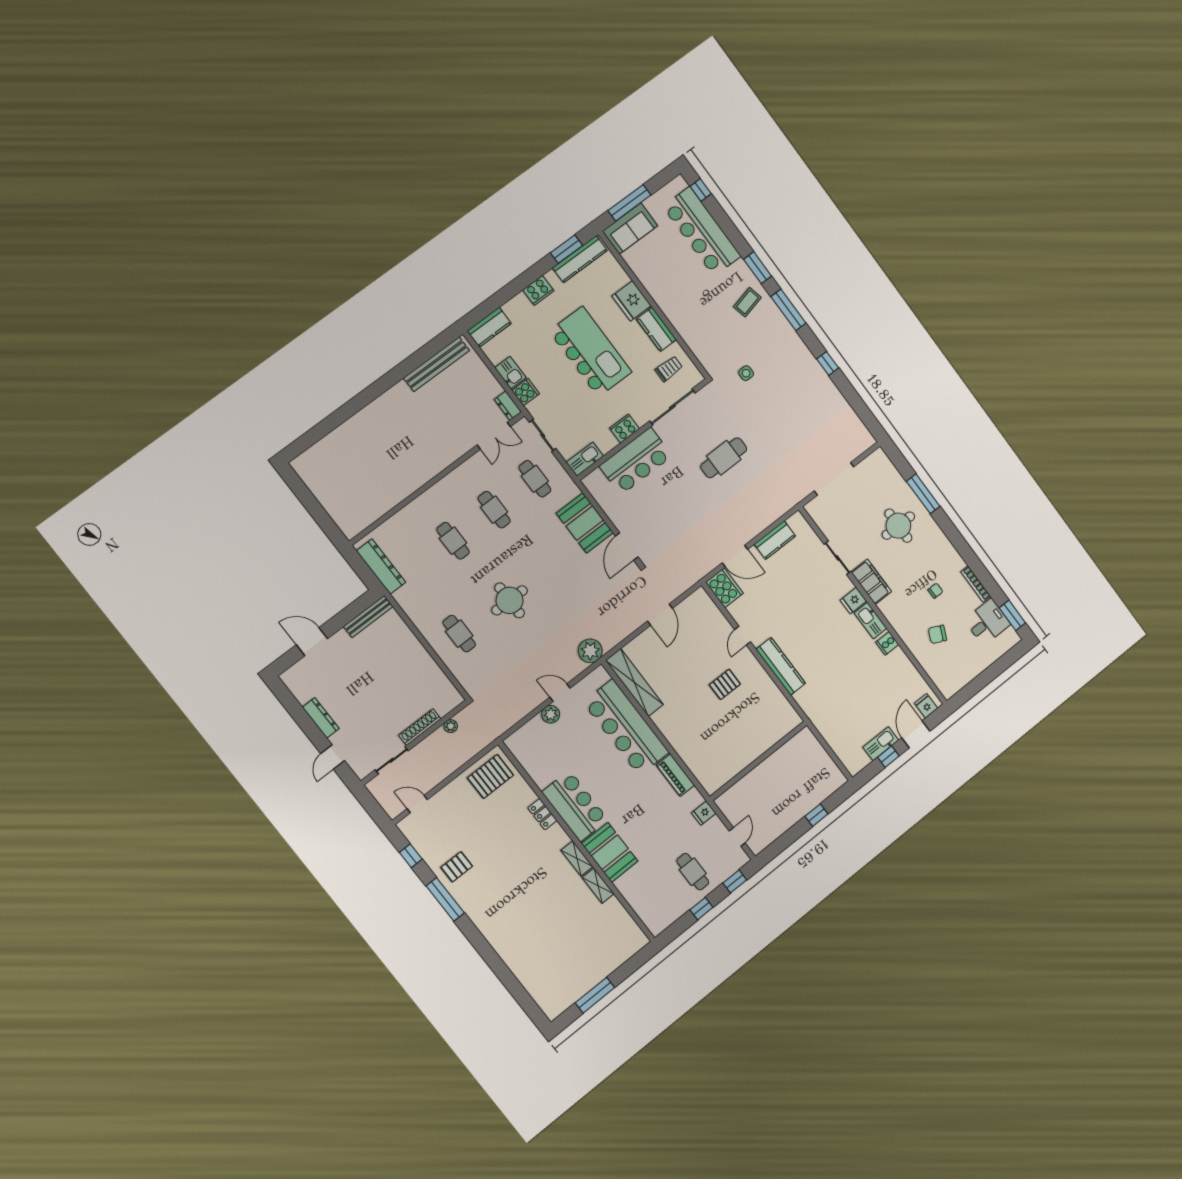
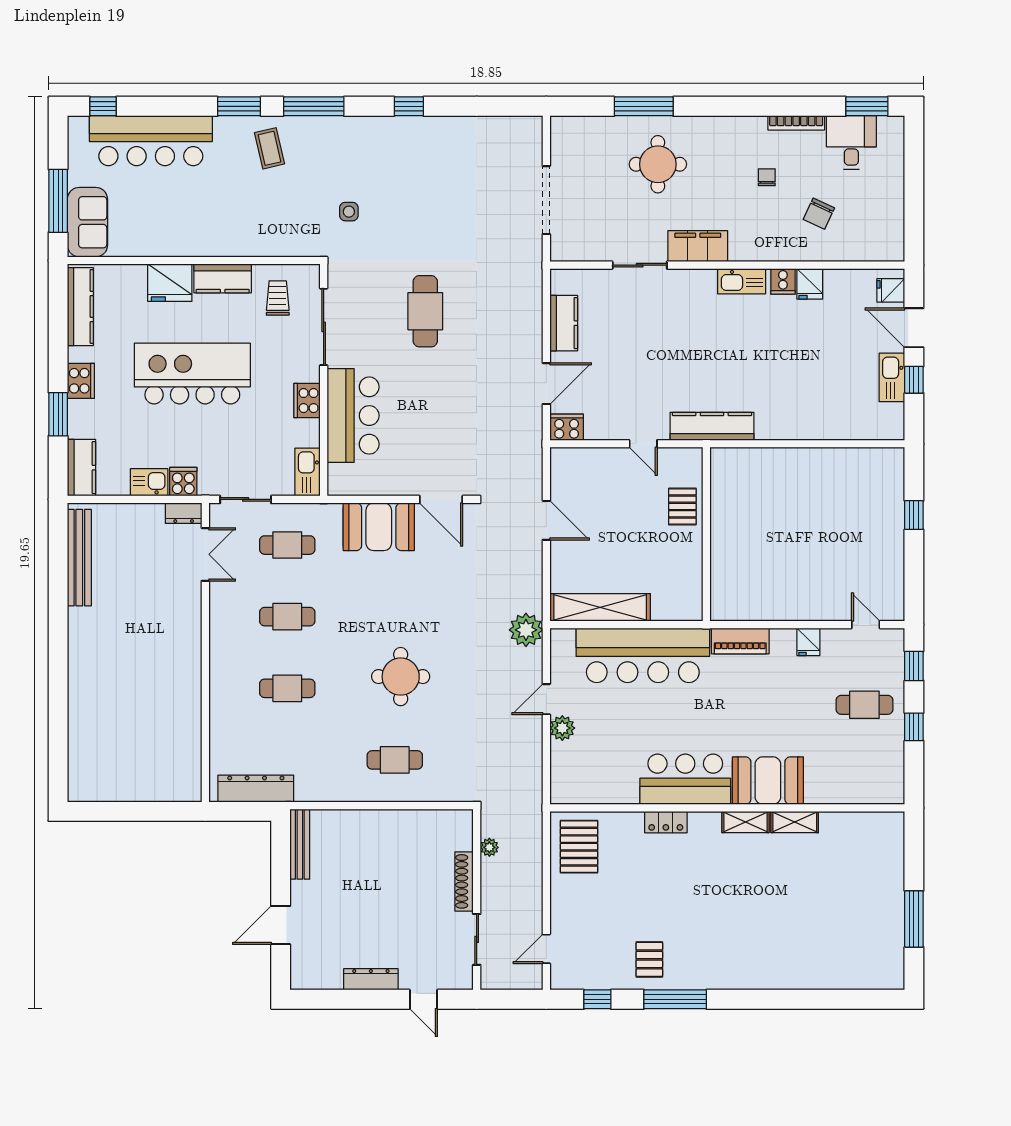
window: (566, 249) -> (58, 414), moved
cooker: (724, 588) -> (567, 427), width x0.73, depth x0.76
fridge: (853, 601) -> (810, 284), moved
wall: (759, 761) -> (706, 534), moved

